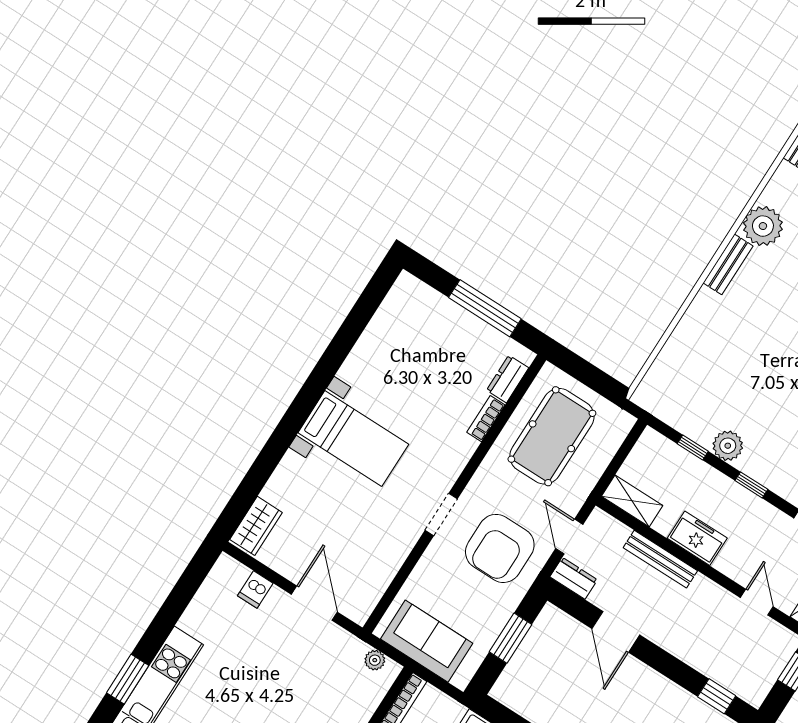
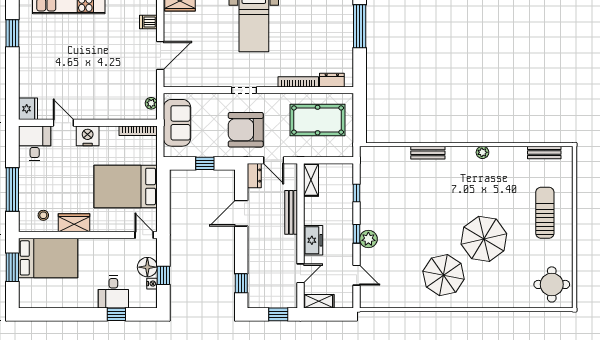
plant: (763, 226) -> (482, 152), width x0.53, depth x0.53
bench: (728, 264) -> (428, 153), moved
window: (485, 308) -> (360, 26), moved
bookcase: (486, 419) -> (298, 82), width x1.56
plant: (728, 446) -> (368, 239), moved
door: (569, 536) -> (274, 160), swing flipped
freezer: (697, 538) -> (313, 240), moved
window: (511, 638) -> (205, 163), width x0.67

